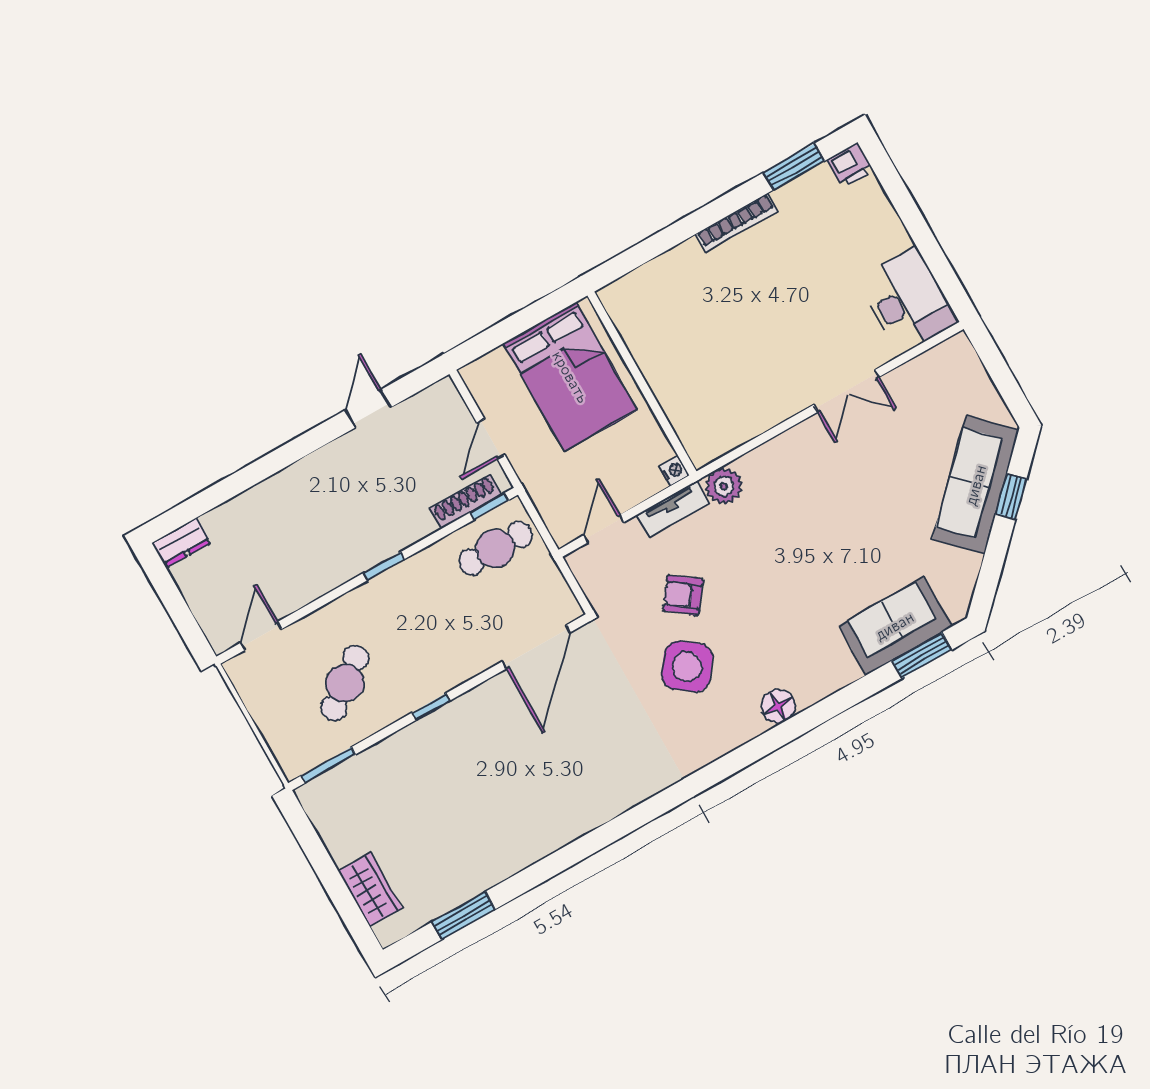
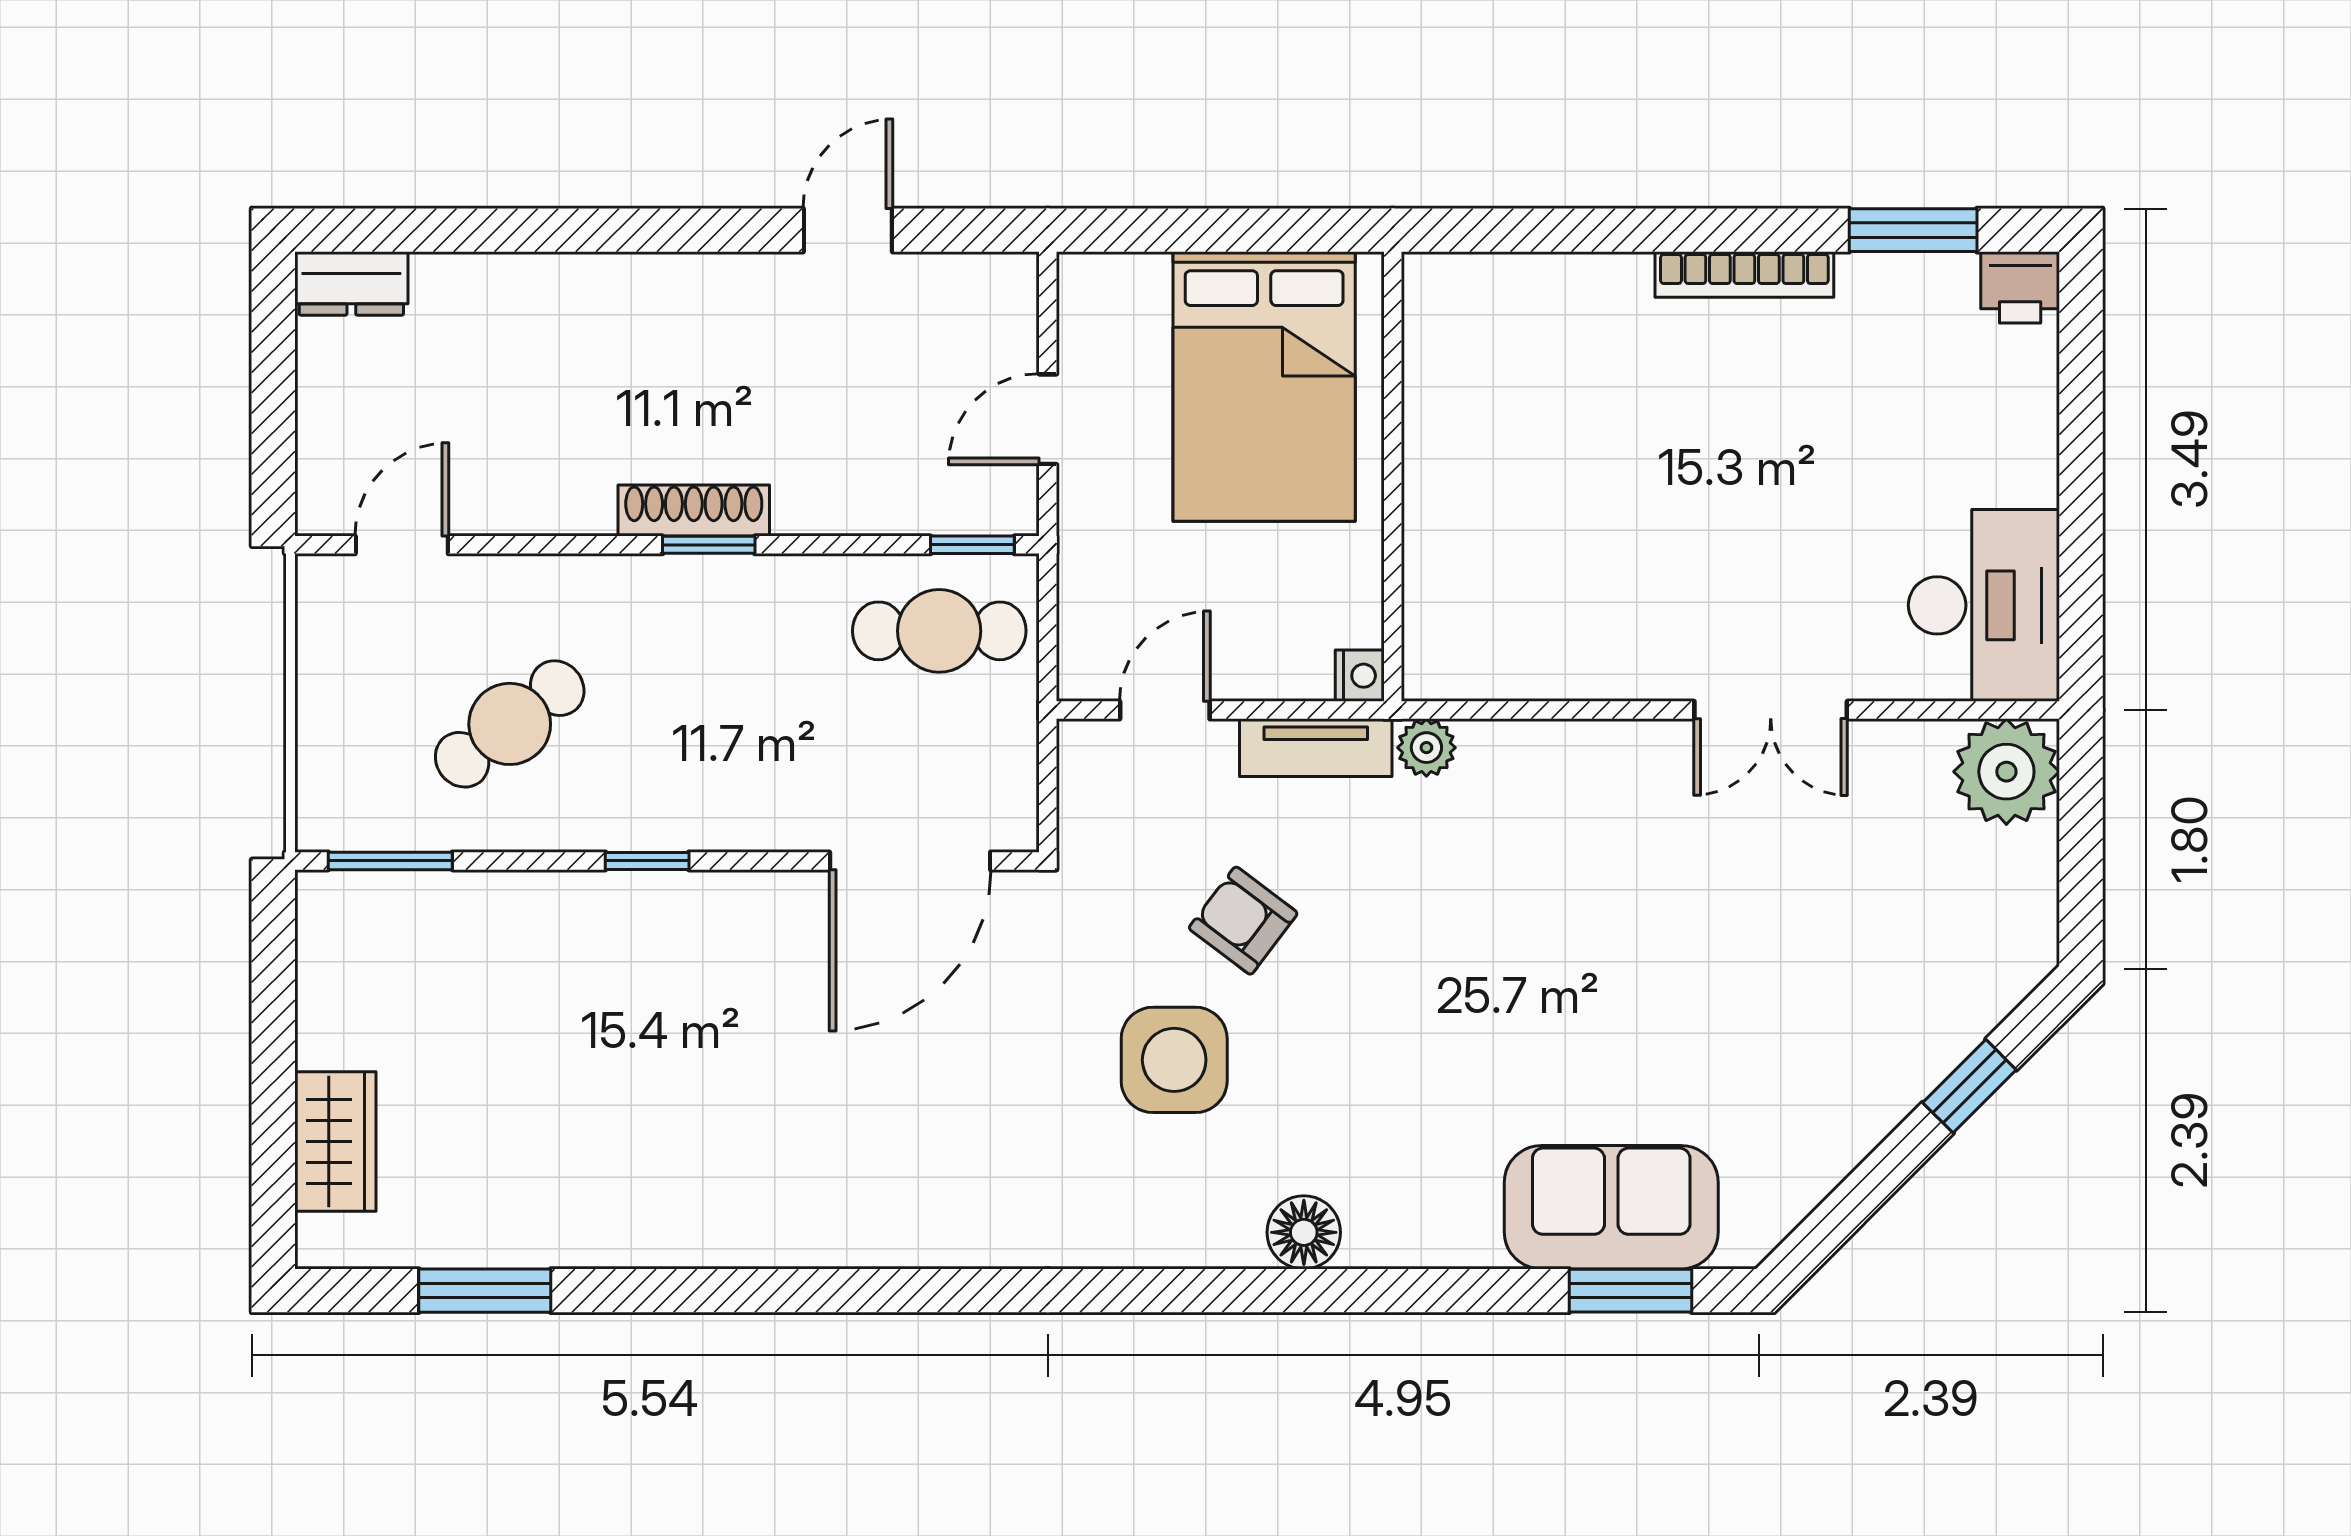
plant: (954, 362) -> (2006, 772), added
sofa: (976, 485) -> (1915, 1026), removed
plant: (724, 486) -> (1426, 748), width x0.73, depth x0.73
shoe rack: (465, 502) -> (694, 510), moved
side table: (687, 666) -> (1174, 1060), turned -37

